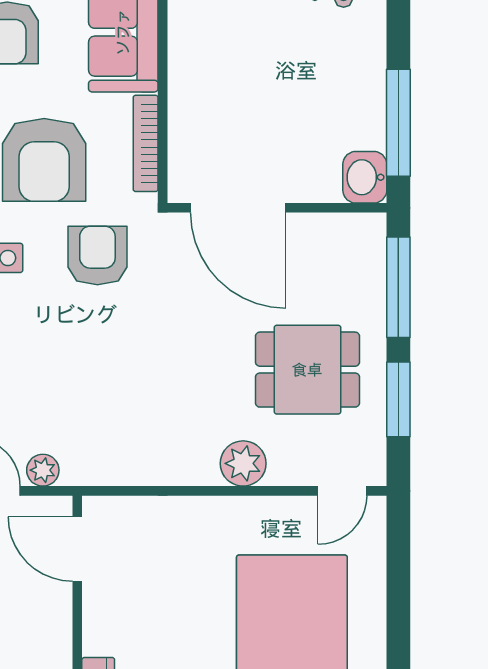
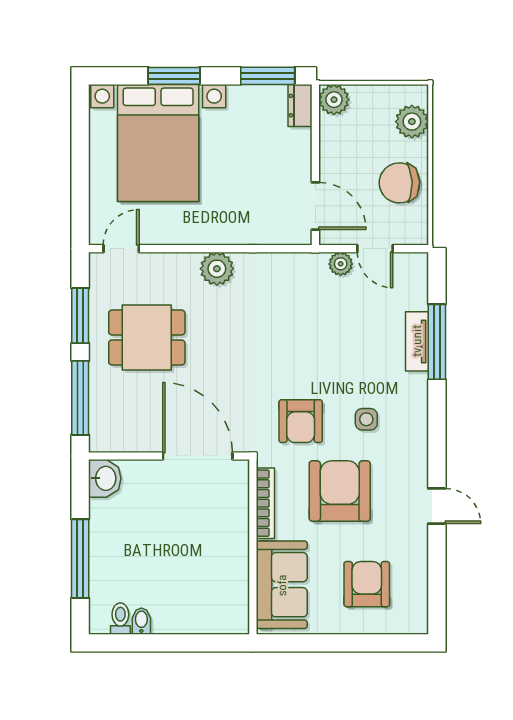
window: (398, 123) -> (80, 559), moved
plant: (243, 463) -> (217, 269), moved

